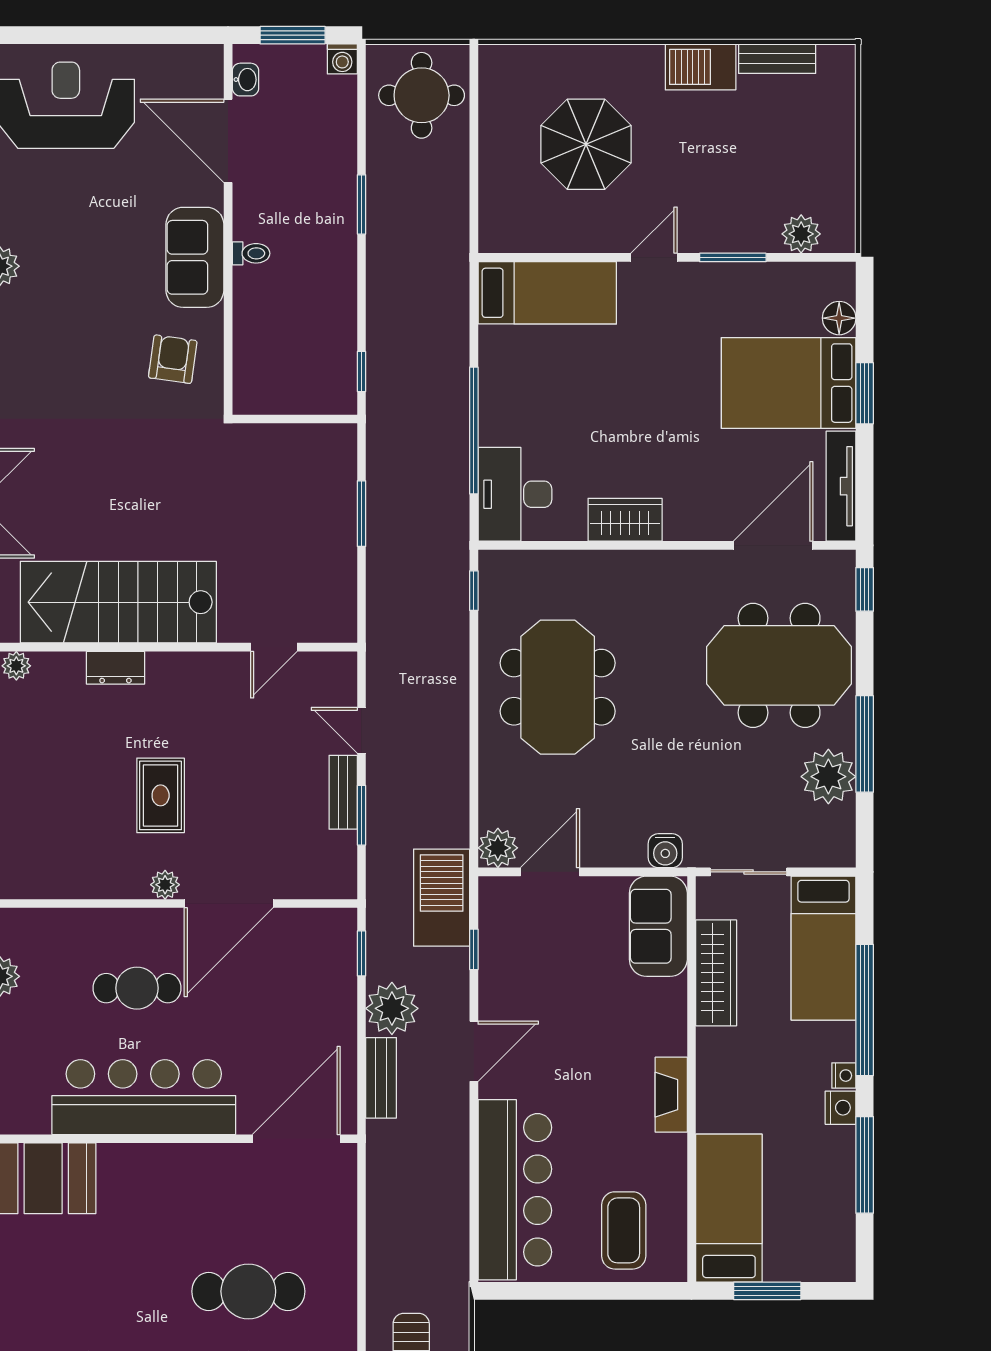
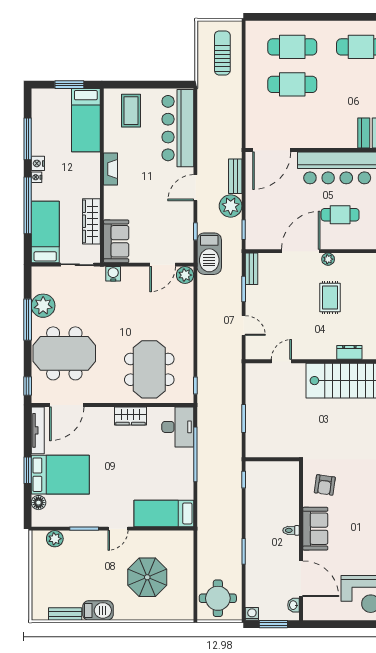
meeting table: (558, 687) -> (149, 369), moved
bench: (343, 792) -> (252, 269), moved

